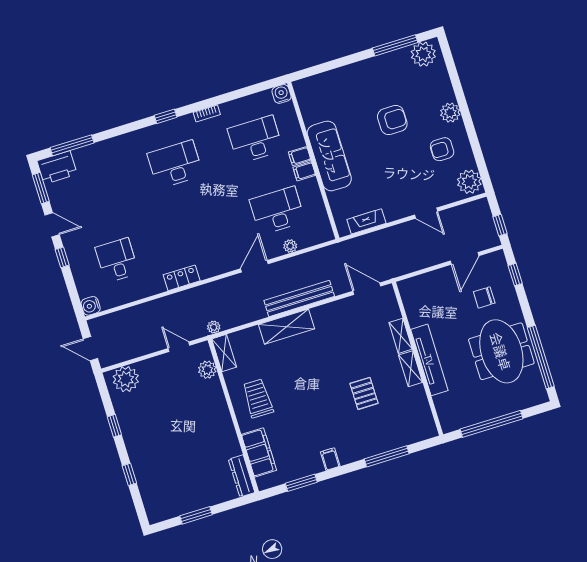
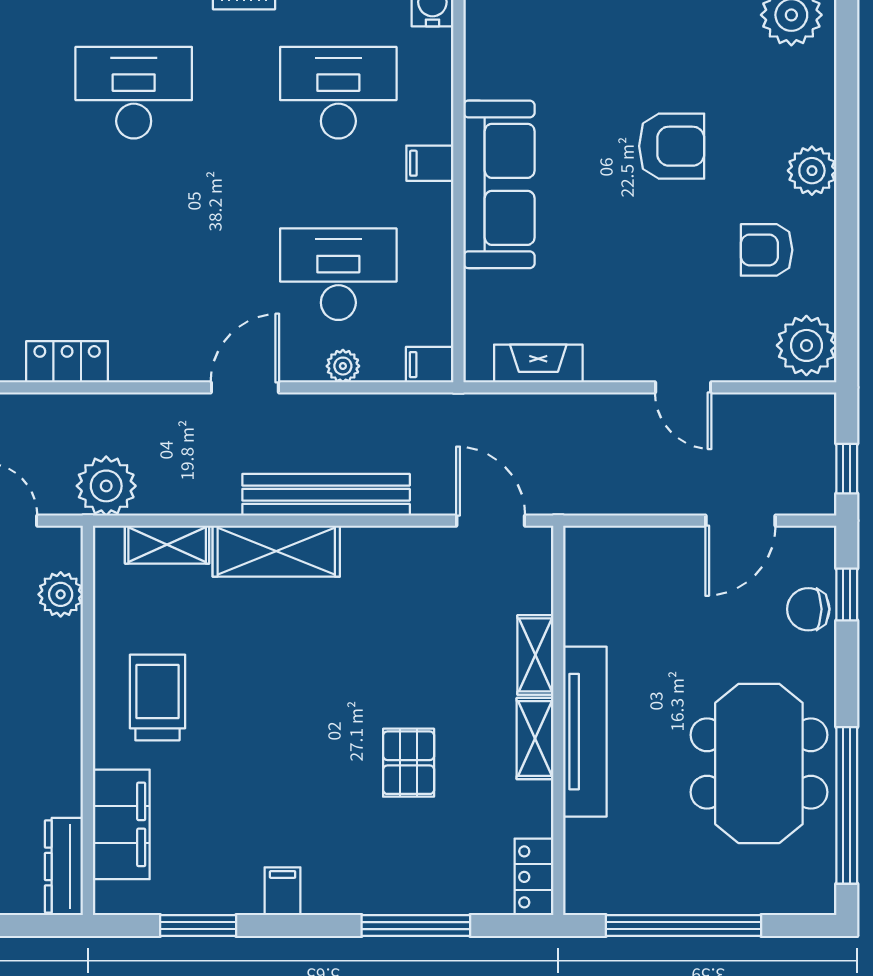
filing cabinet: (304, 171) -> (430, 365), moved
chair: (484, 297) -> (808, 609), moved
plant: (214, 327) -> (106, 486), width x1.88, depth x1.88
shelving: (224, 353) -> (167, 545), moved, turned 90
locker: (427, 423) -> (534, 877), added

